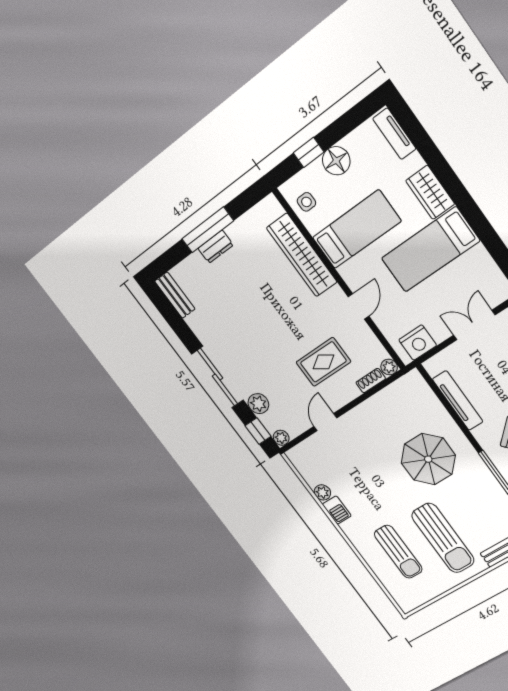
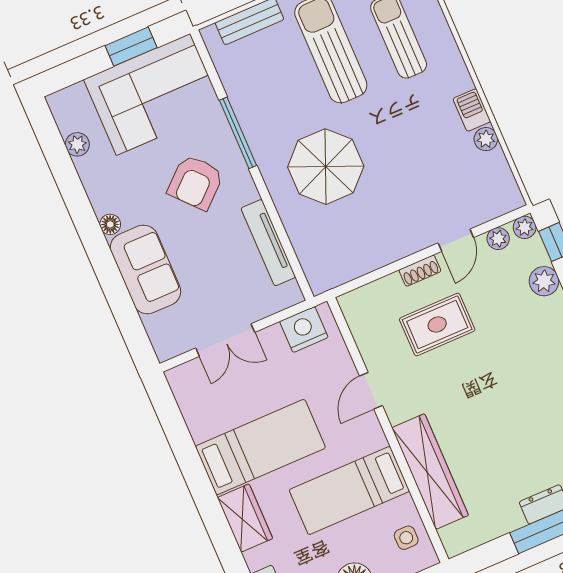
plant: (389, 367) -> (498, 239), moved
shoe rack: (371, 381) -> (420, 271), moved

